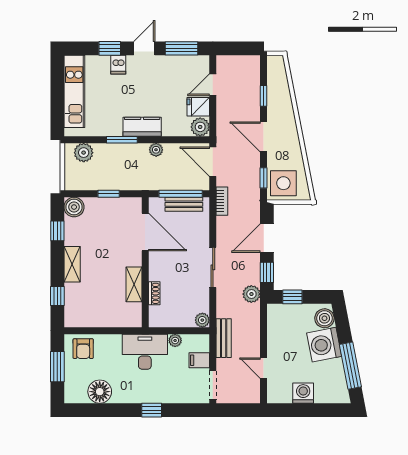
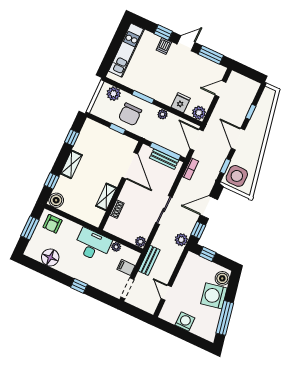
fridge: (198, 107) -> (181, 103), moved, turned 90
kitchen counter: (142, 127) -> (160, 95), removed
chair: (116, 169) -> (130, 114), added
boiler: (74, 207) -> (56, 200), moved

